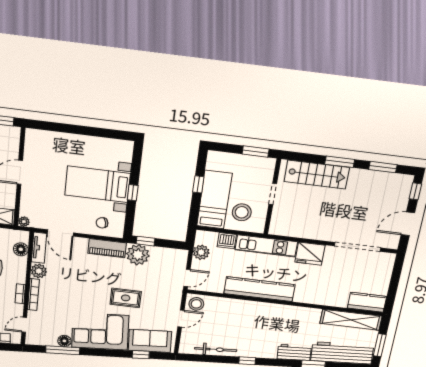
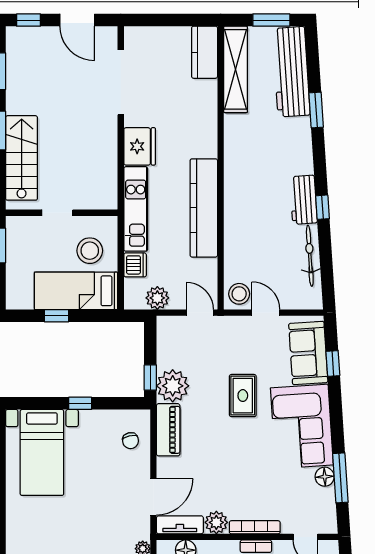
bed with nightstands: (98, 184) -> (42, 452), moved
workbench: (294, 352) -> (304, 200), moved

